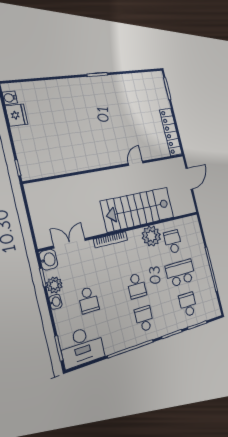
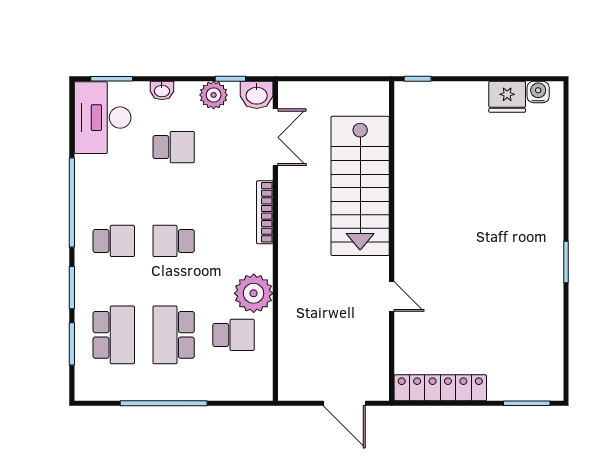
stairs: (138, 209) -> (360, 186), moved, turned 180
school desk: (180, 273) -> (174, 335), turned 180
school desk: (88, 300) -> (174, 147), turned 180
washbasin: (56, 302) -> (162, 91), moved
school desk: (188, 304) -> (114, 335), width x1.85

